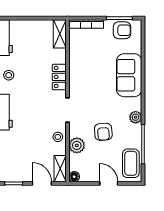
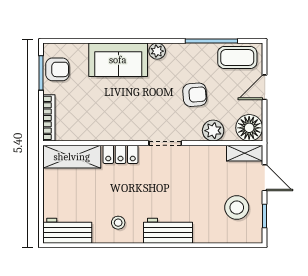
armchair: (122, 30) -> (57, 69), turned 90
shelving: (60, 34) -> (72, 157), width x1.50, depth x1.33
plant: (136, 117) -> (157, 51), moved
stool: (58, 137) -> (237, 208), moved, width x1.89, depth x1.89
floor lamp: (74, 177) -> (249, 128), width x1.89, depth x1.89
door: (42, 183) -> (265, 178), swing flipped

